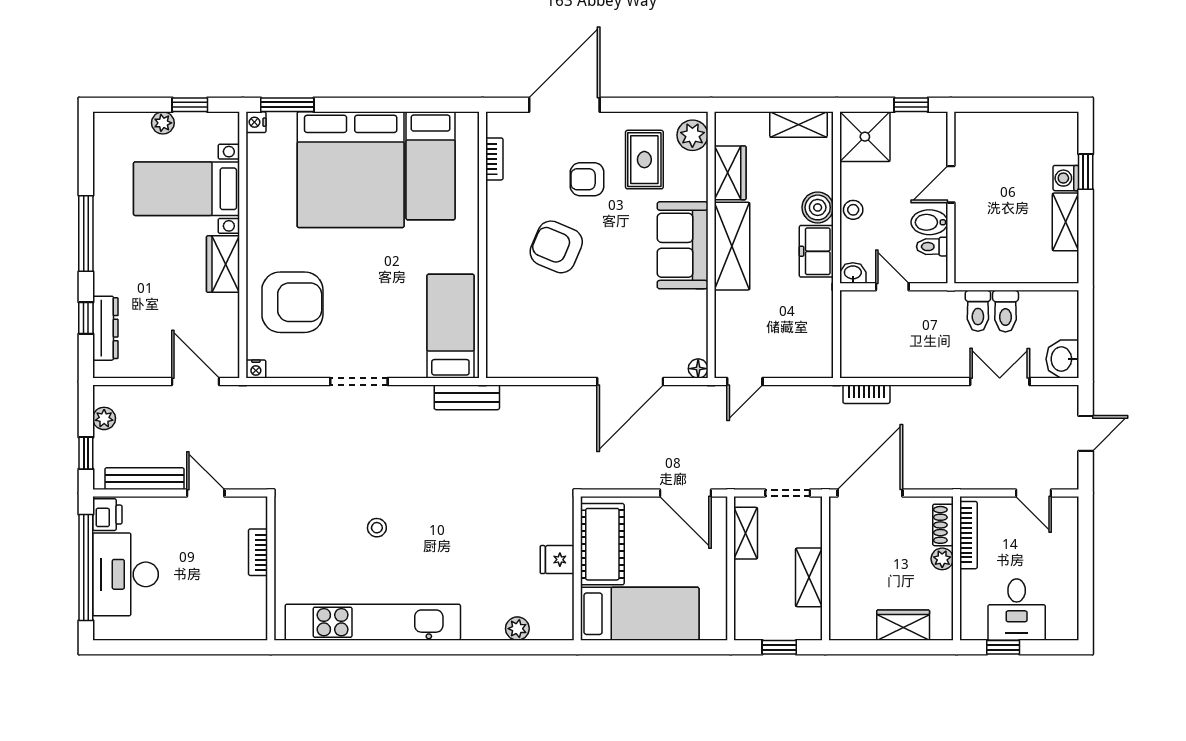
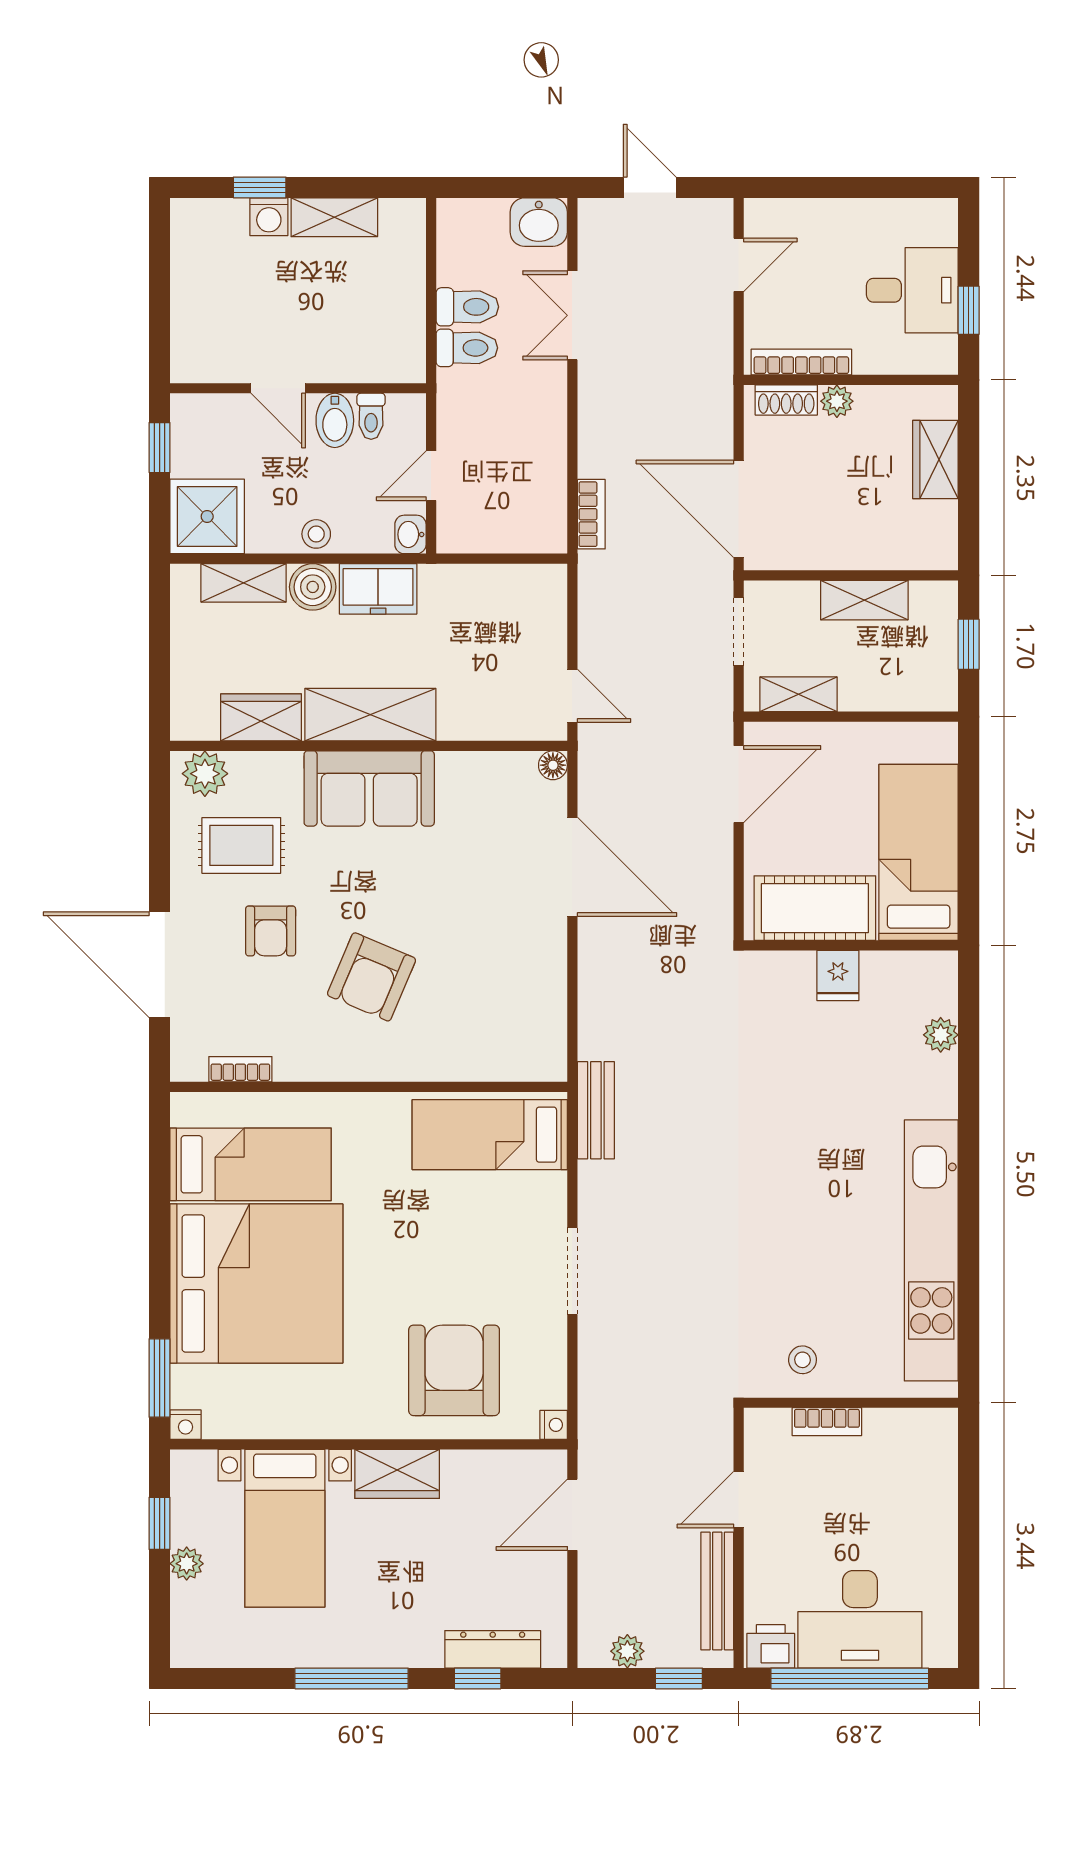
shelving: (798, 125) -> (244, 583), moved, turned 90
stool: (377, 528) -> (802, 1360), moved

